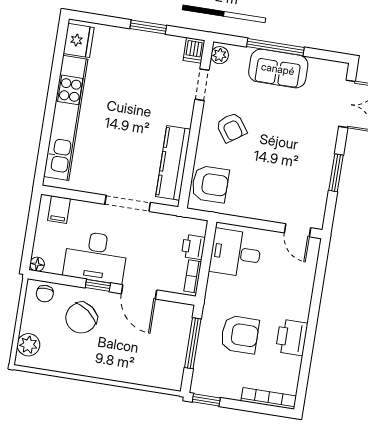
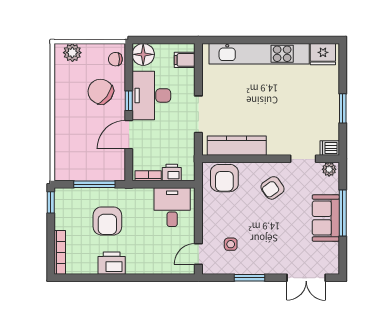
side table: (292, 189) -> (231, 244), added
floor lamp: (37, 264) -> (143, 54), width x1.89, depth x1.89

